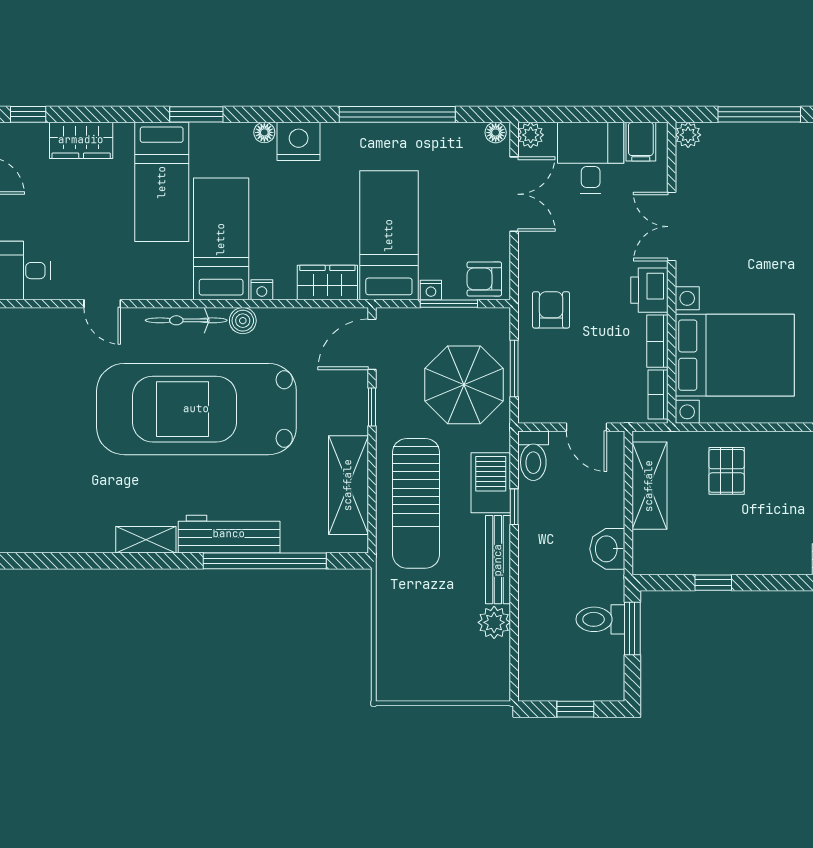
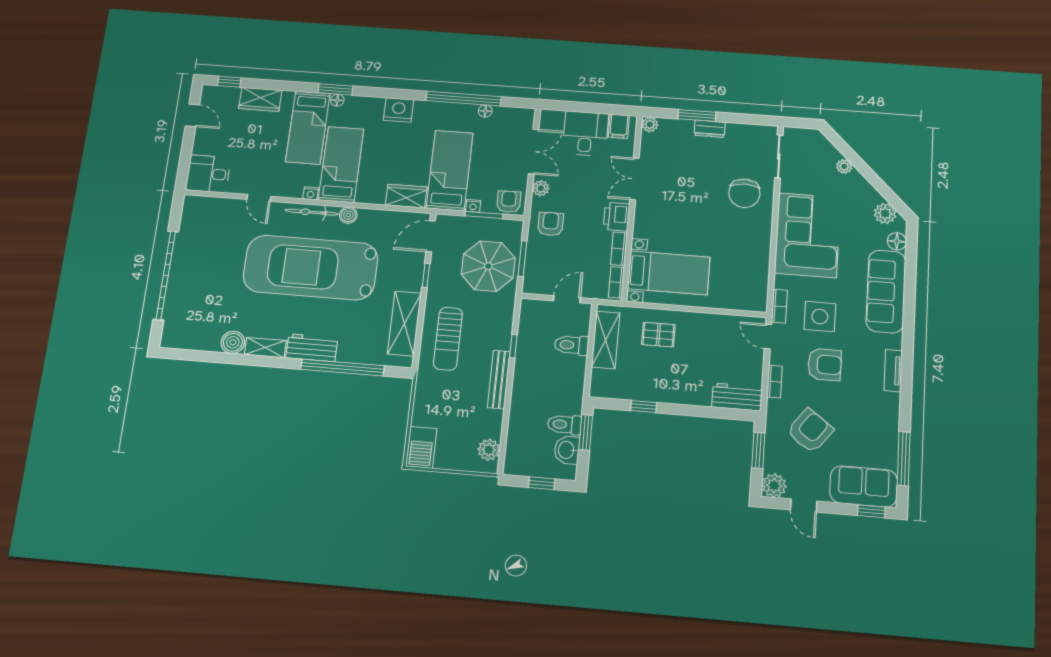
window: (759, 114) -> (697, 115), width x0.69
floor lamp: (264, 132) -> (337, 100), moved
floor lamp: (496, 133) -> (485, 111), moved
plant: (531, 135) -> (541, 188), moved
dresser: (780, 135) -> (710, 129), added
armchair: (484, 279) -> (509, 202), turned 89
nightstand: (262, 290) -> (311, 193), moved
bed with nightstands: (735, 355) -> (669, 273), width x0.73
door: (587, 427) -> (567, 299), swing flipped
toilet: (533, 456) -> (571, 345), moved, turned 90
pallet: (727, 471) -> (658, 335), turned 90
barbecue: (491, 483) -> (421, 447), moved, turned 180
sun lounger: (416, 503) -> (448, 339), width x0.73, depth x0.75
workbench: (229, 534) -> (312, 348), width x0.73
boiler: (96, 536) -> (233, 342), added
washbasin: (607, 549) -> (567, 450), moved
plant: (494, 622) -> (489, 450), moved

